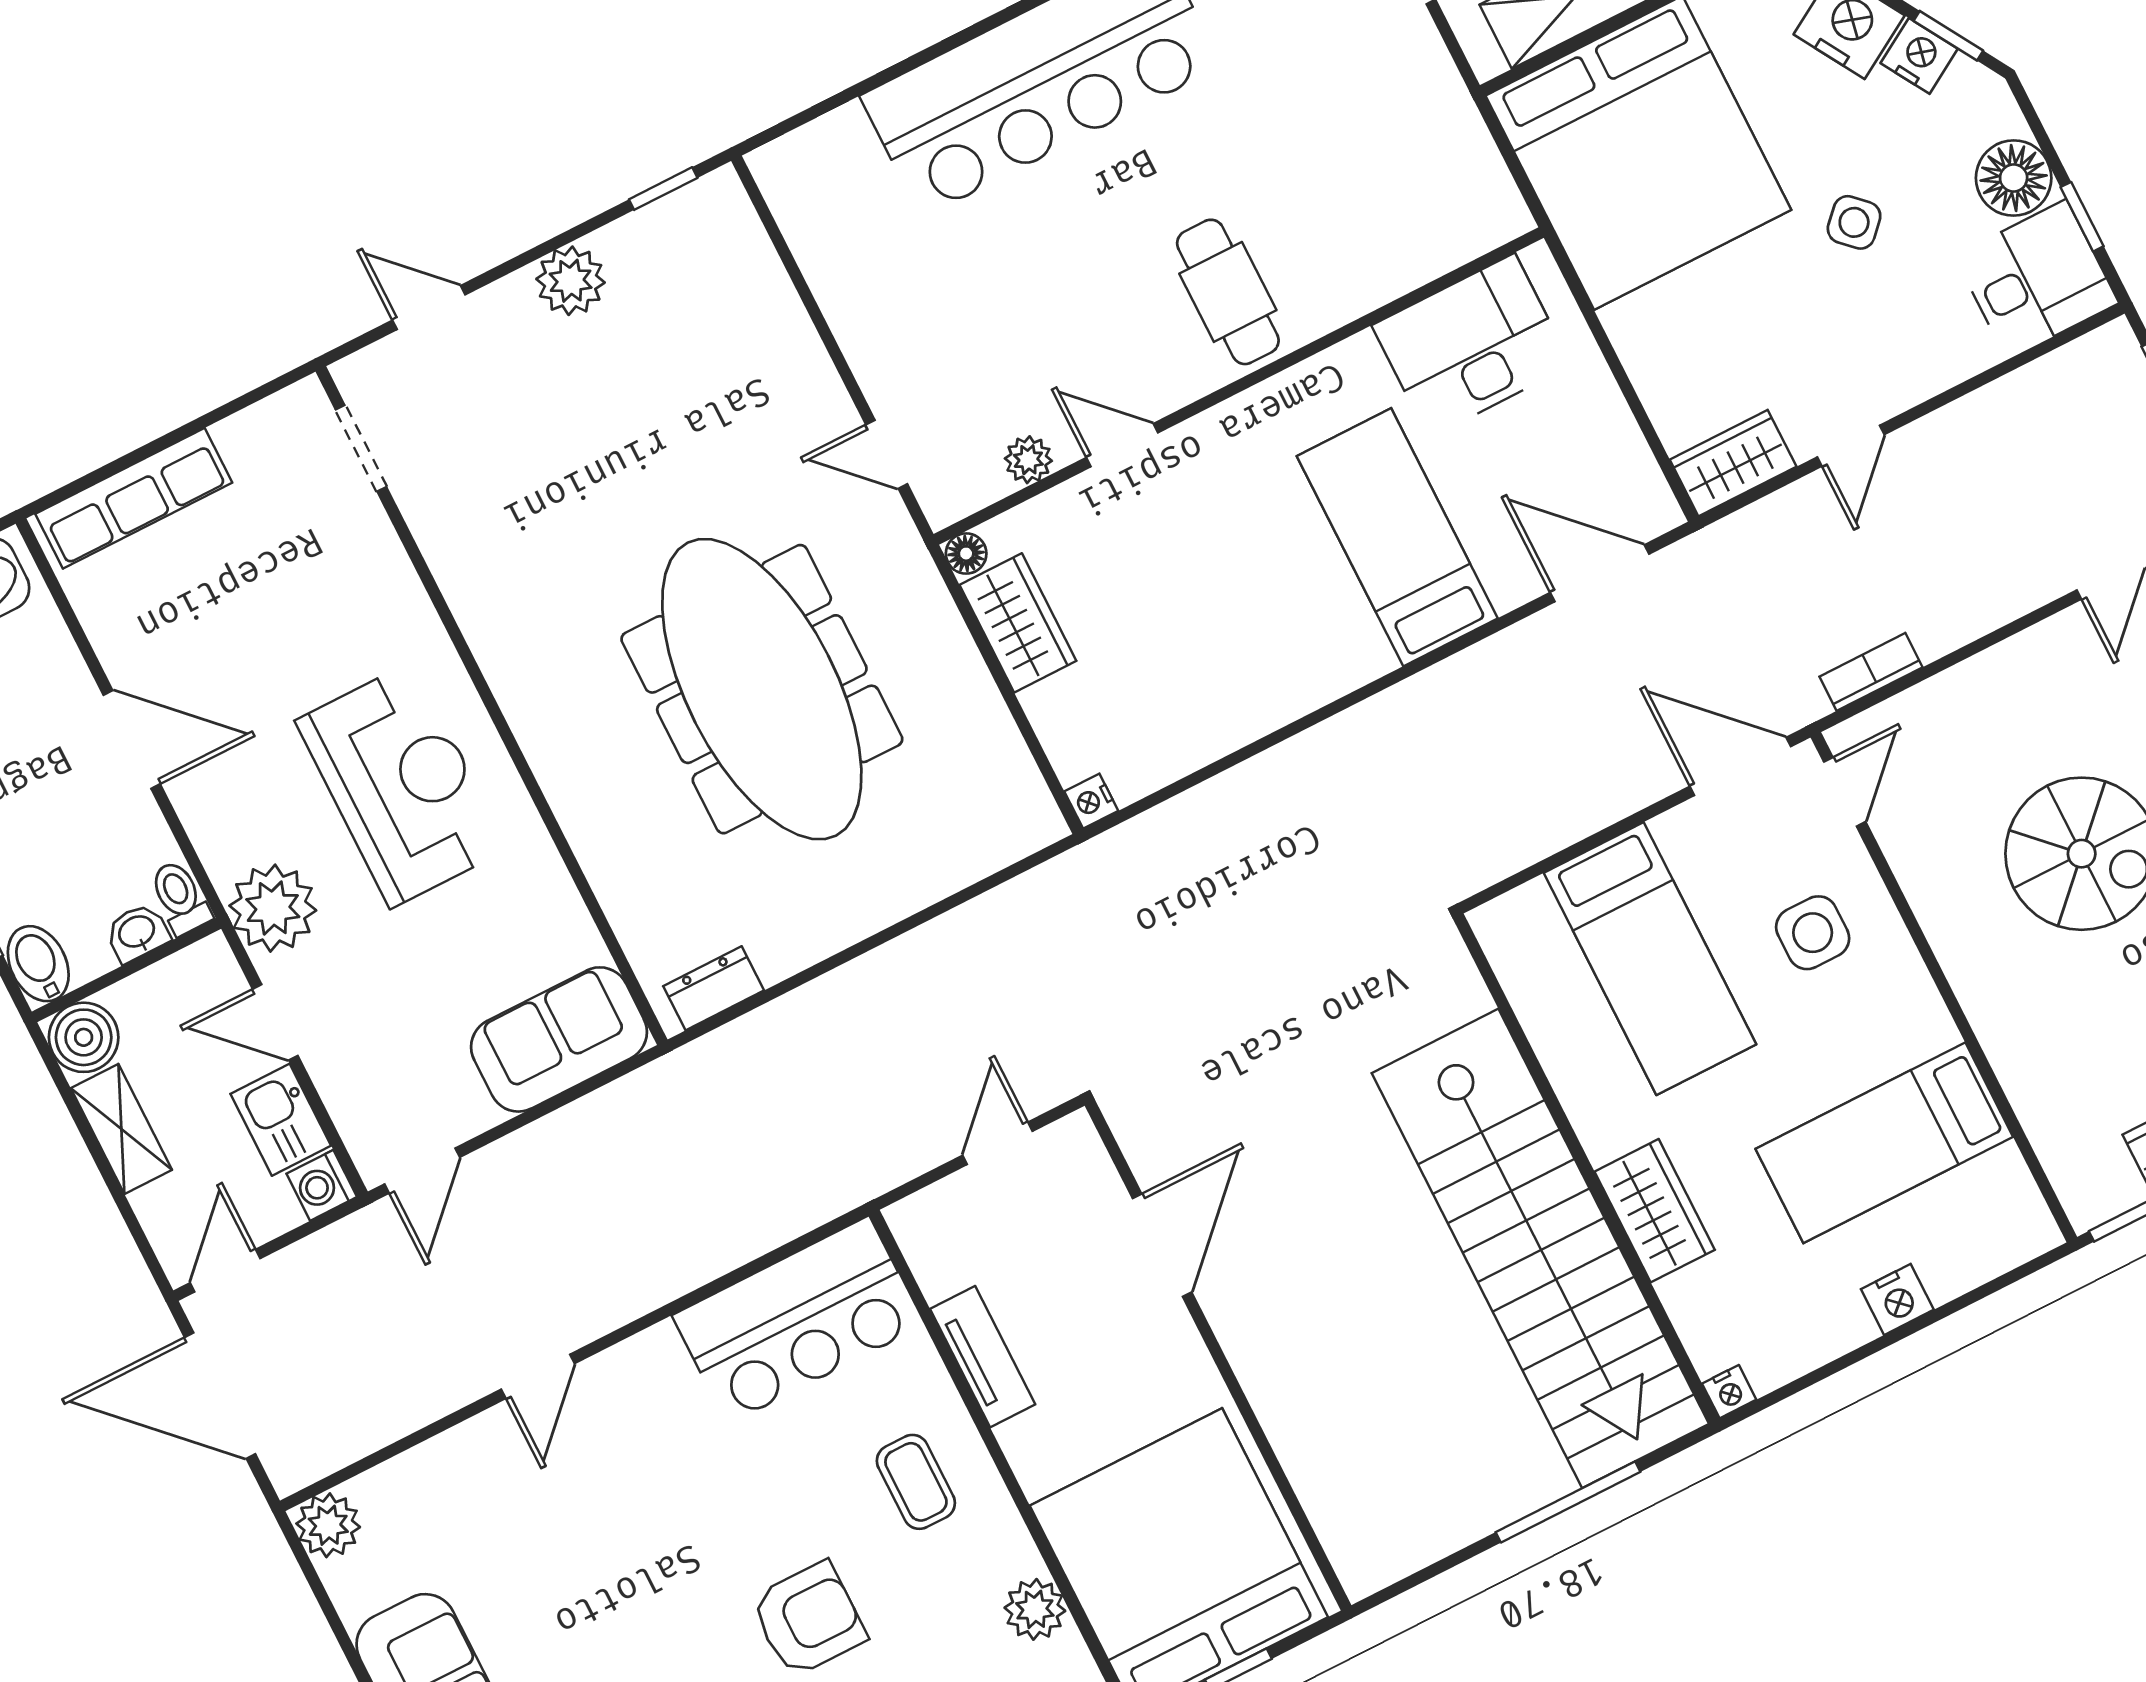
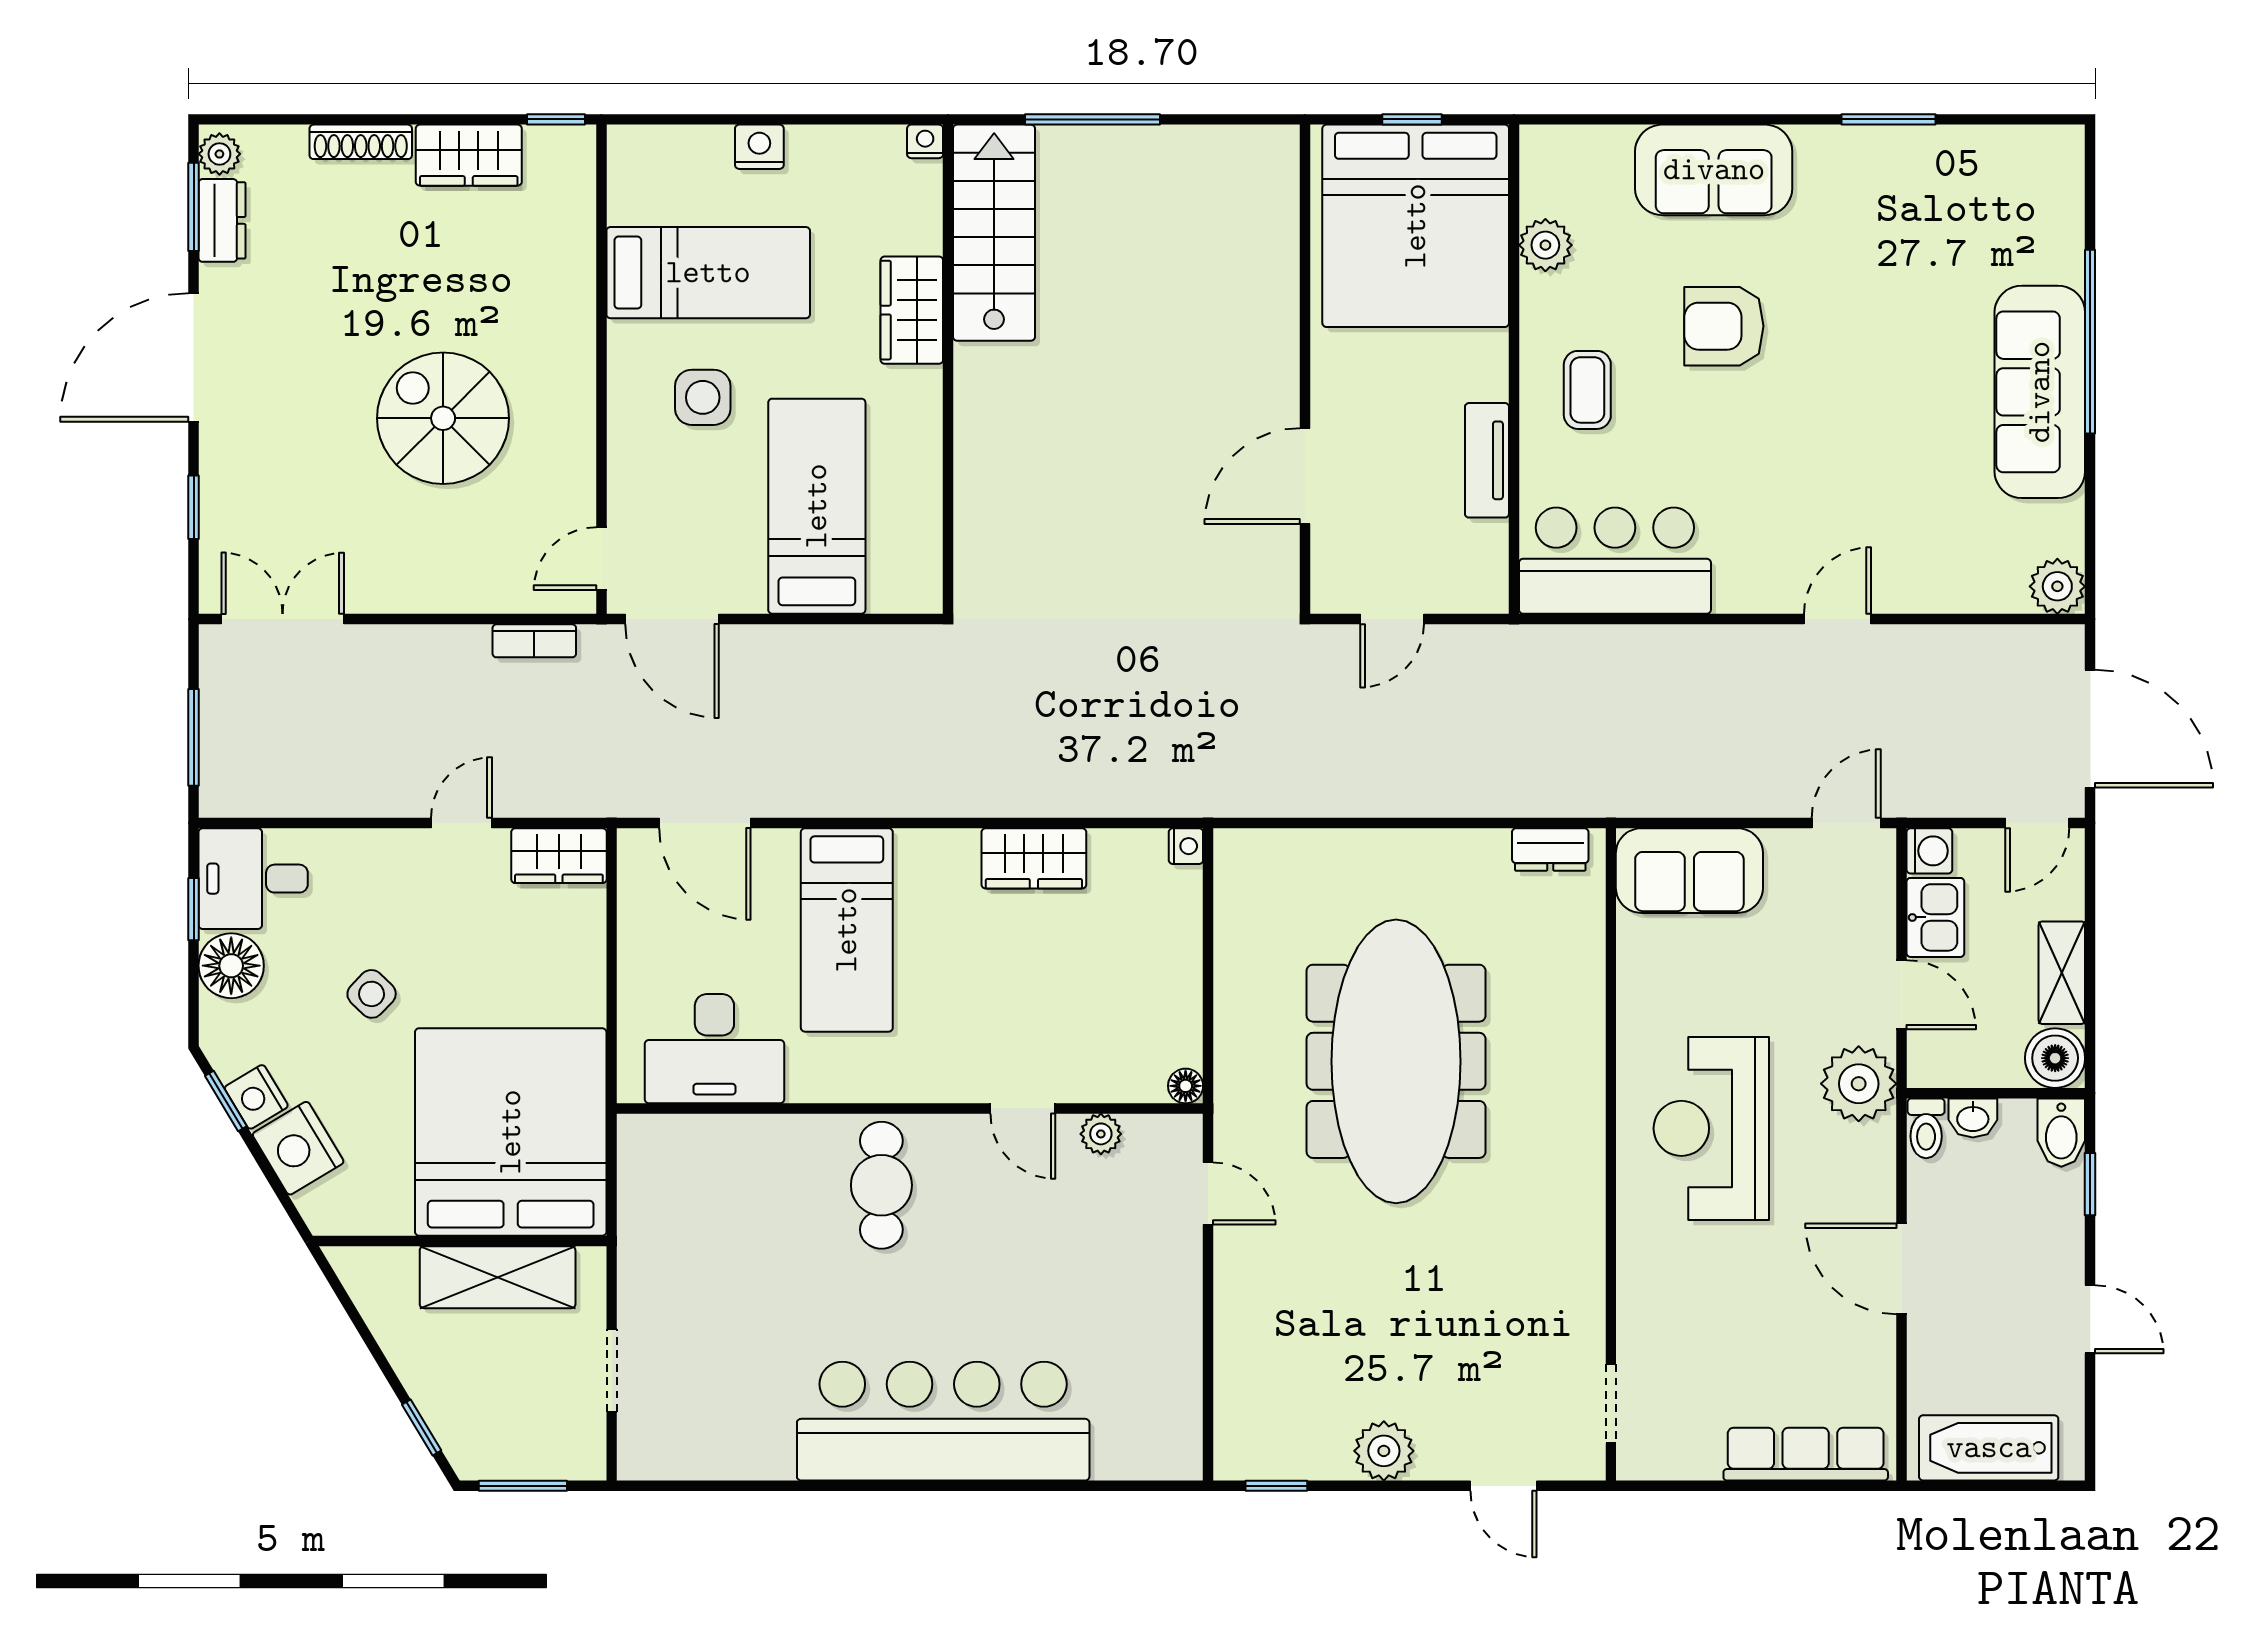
wardrobe: (1018, 623) -> (1034, 858), moved, turned -90
side table: (1813, 933) -> (703, 397), moved
stairs: (1540, 1248) -> (994, 233), width x0.54, depth x0.66

